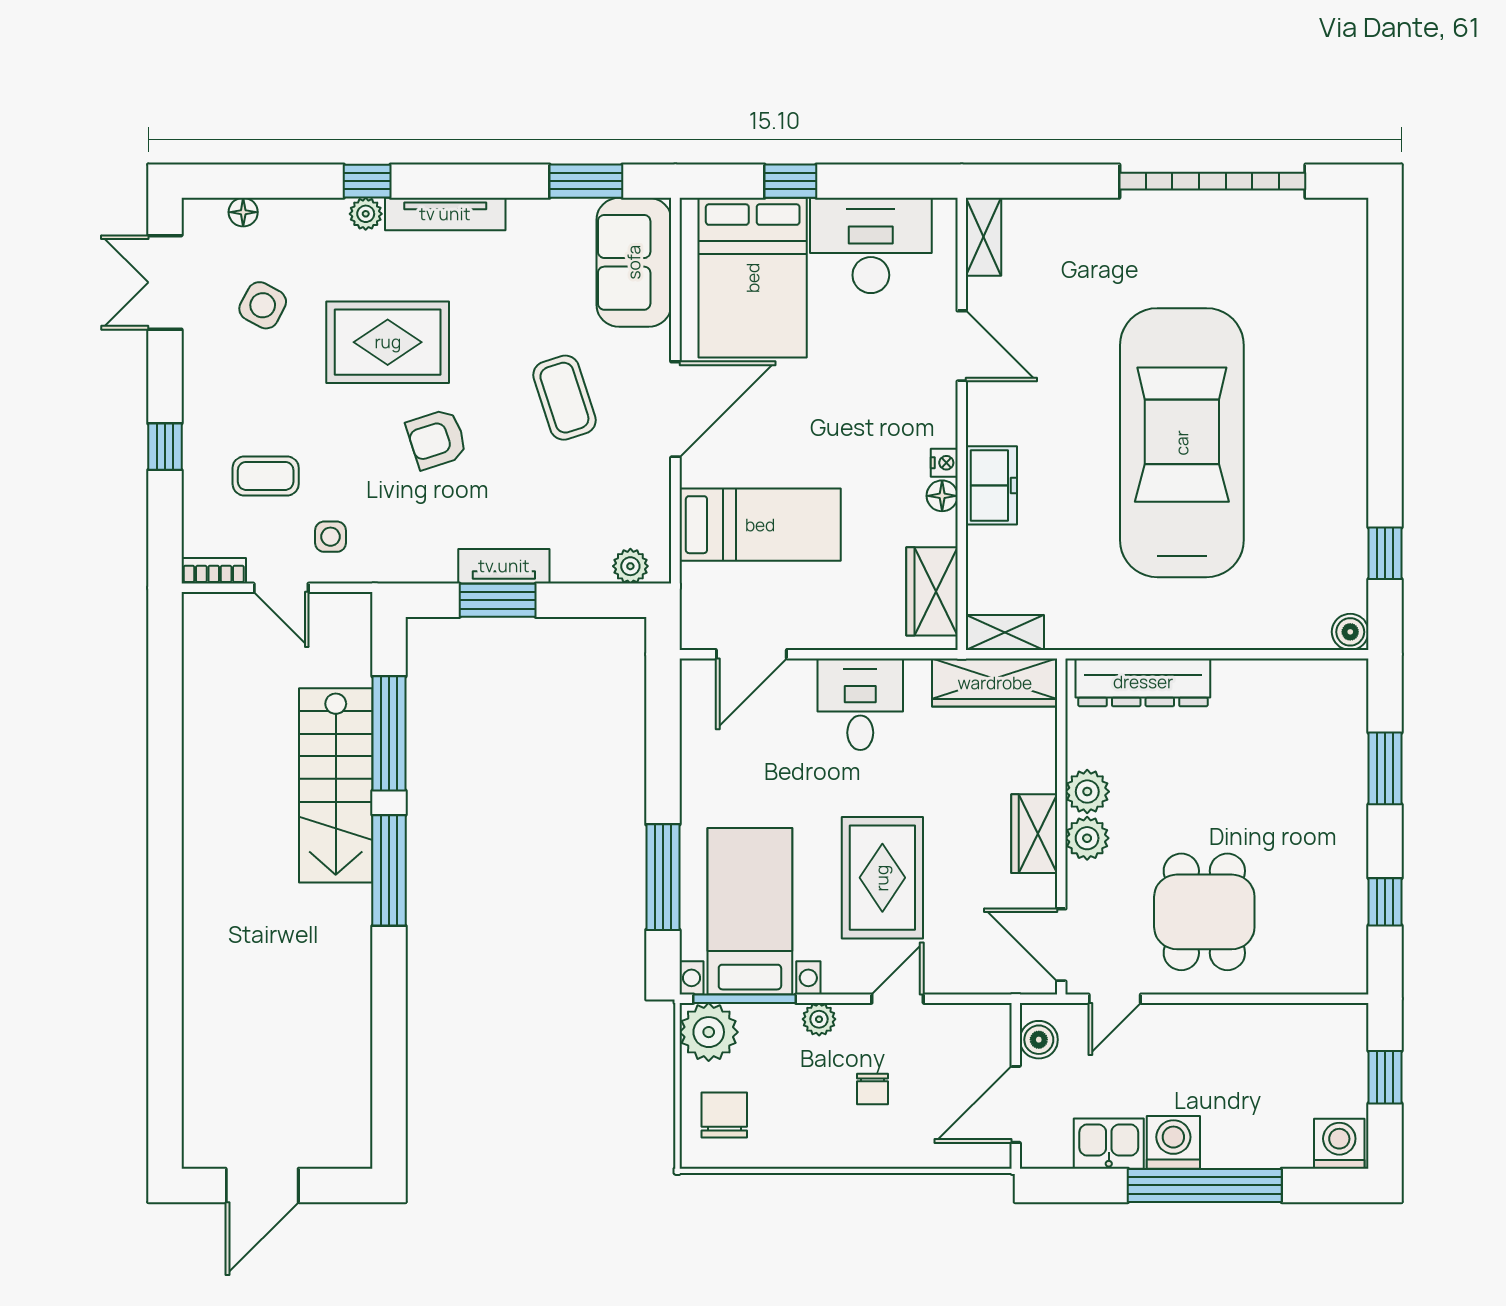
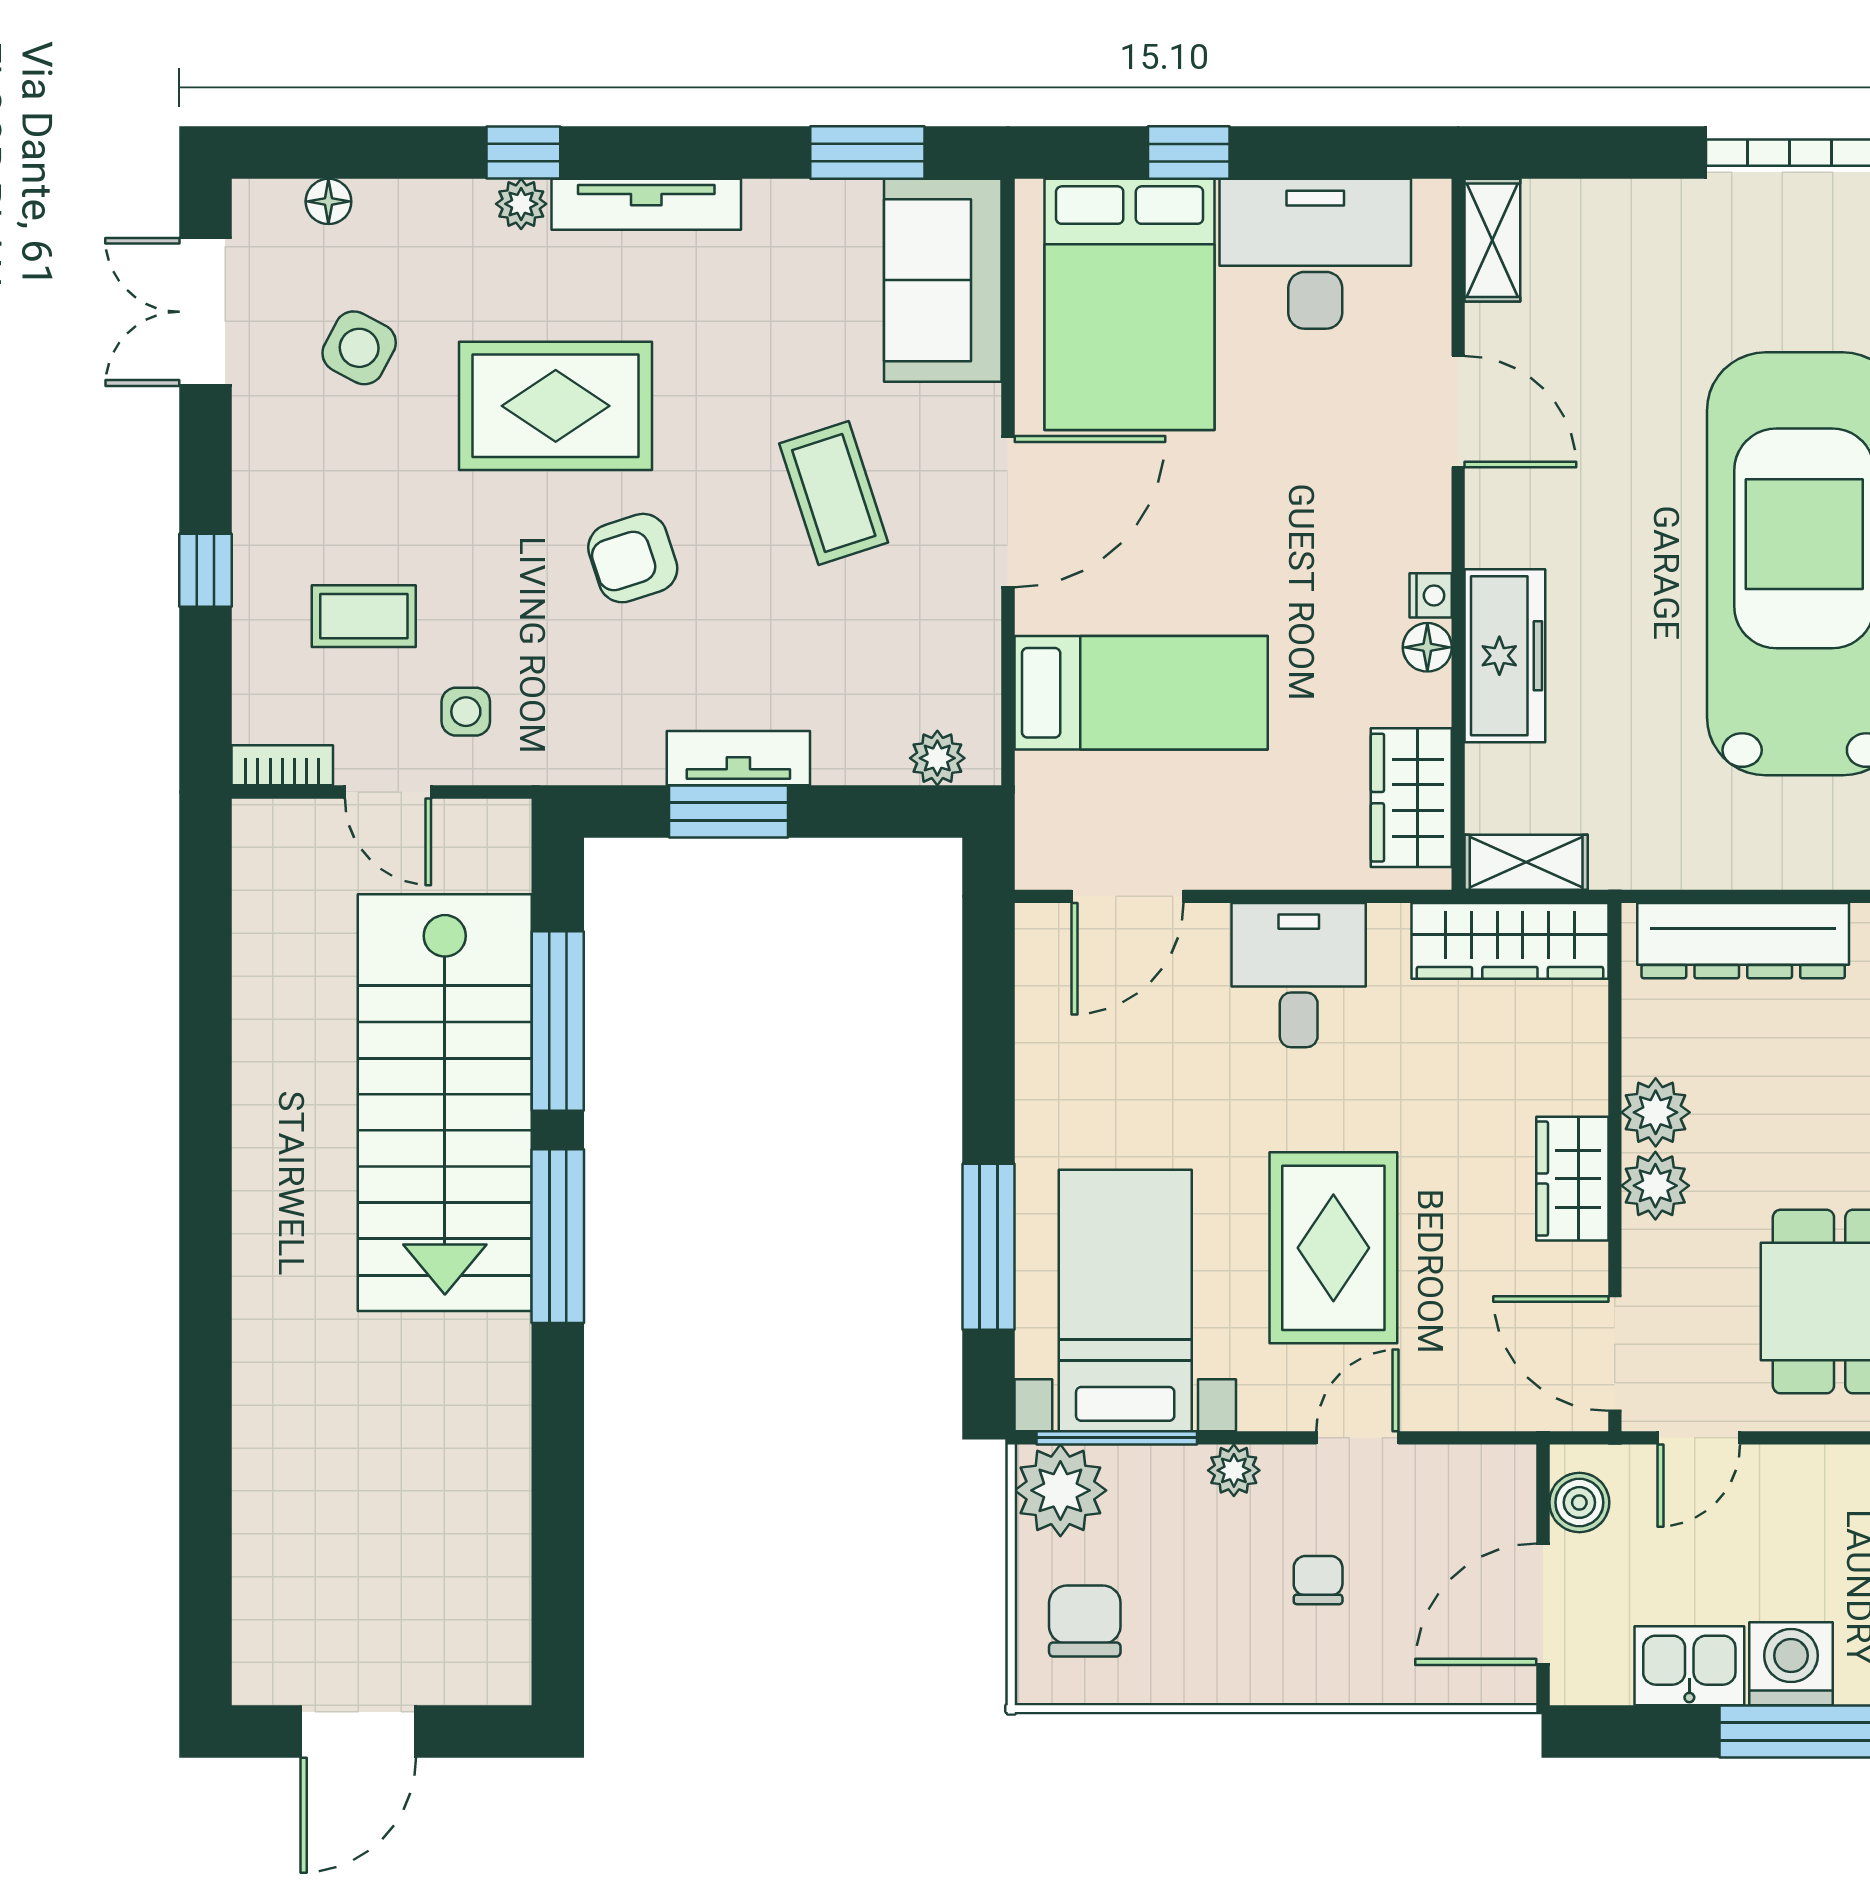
freezer: (991, 485) -> (1505, 656), width x1.40
stairs: (336, 785) -> (445, 1103), width x1.36, depth x1.51
chair: (873, 1089) -> (1318, 1580), turned 180

